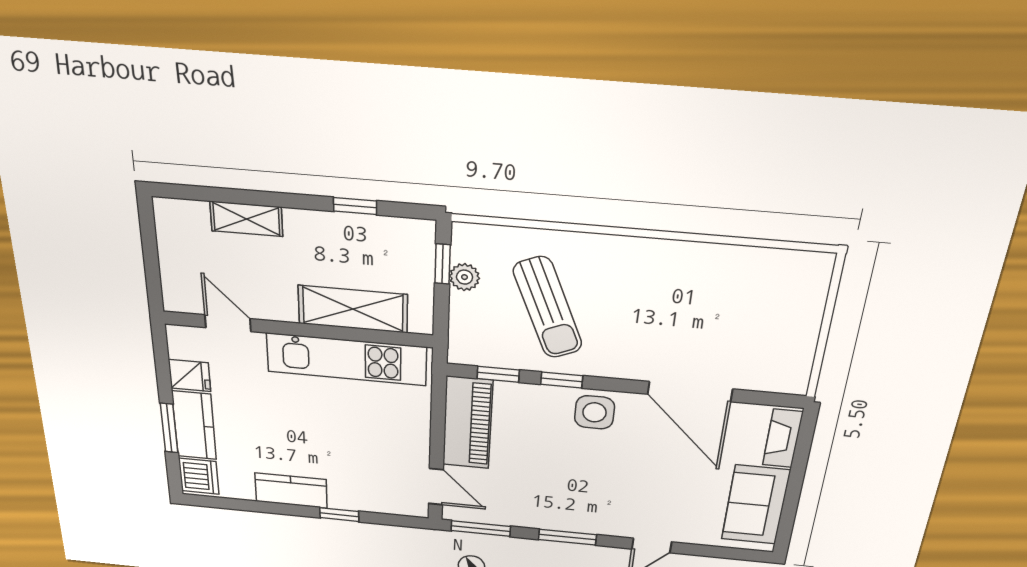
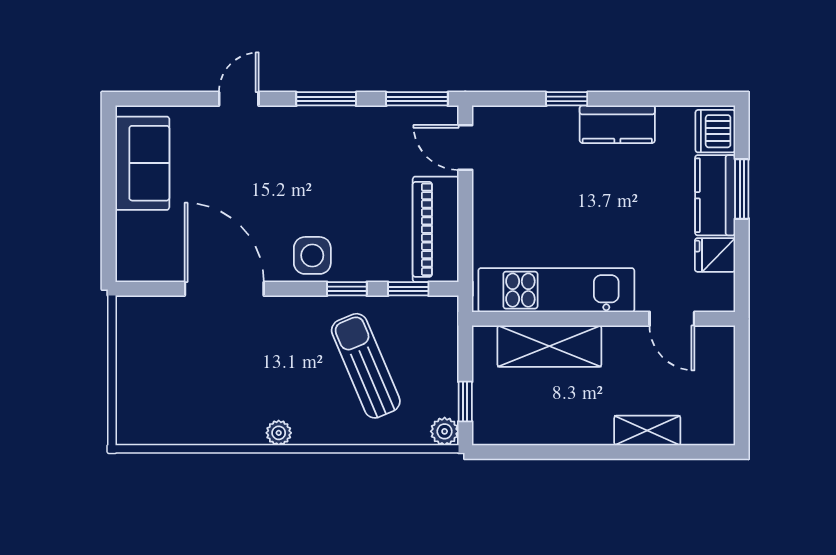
window: (355, 206) -> (546, 452), removed
plant: (650, 250) -> (279, 433), added
plant: (465, 277) -> (445, 431), moved
fireplace: (783, 438) -> (129, 245), removed

